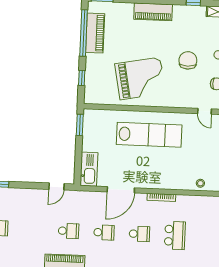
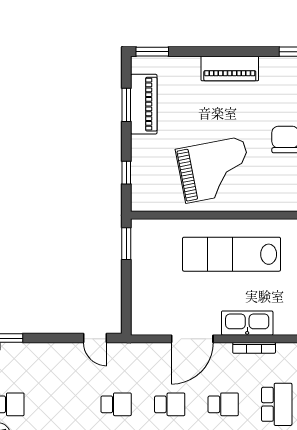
window: (84, 33) -> (126, 105), width x0.47
lab bench: (149, 135) -> (232, 254), turned 180
kitchen sink: (89, 169) -> (247, 323), moved, turned -90
door: (56, 186) -> (95, 338), hinge flipped

